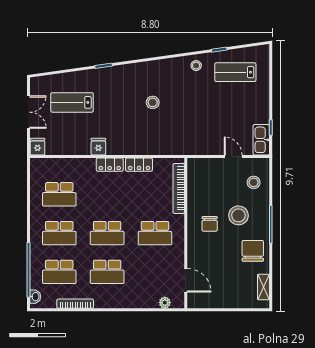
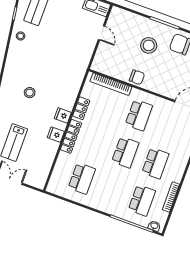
stool: (153, 102) -> (30, 93), moved
fridge: (38, 147) -> (63, 115), moved
door: (233, 157) -> (102, 33), swing flipped
locker: (110, 165) -> (71, 136), width x1.53
stool: (254, 182) -> (127, 24), removed
chair: (210, 224) -> (137, 77), moved
school desk: (59, 233) -> (112, 189), removed

